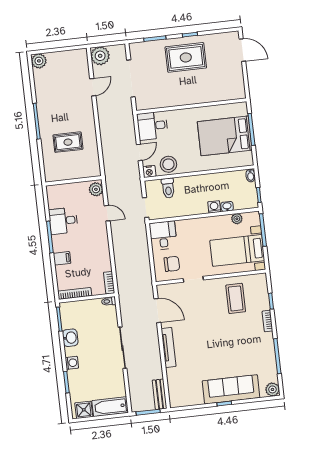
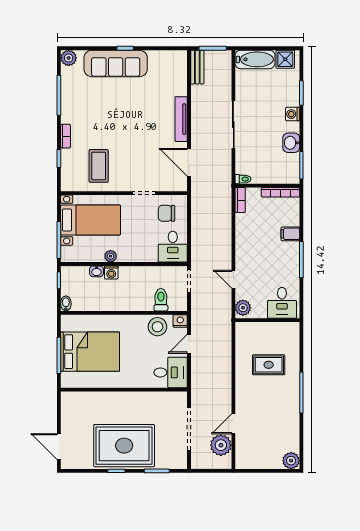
plant: (100, 56) -> (221, 445), moved
rug: (186, 57) -> (124, 446), width x1.37, depth x1.44
plant: (237, 219) -> (111, 256), moved
desk: (63, 221) -> (282, 303), moved, turned 90

